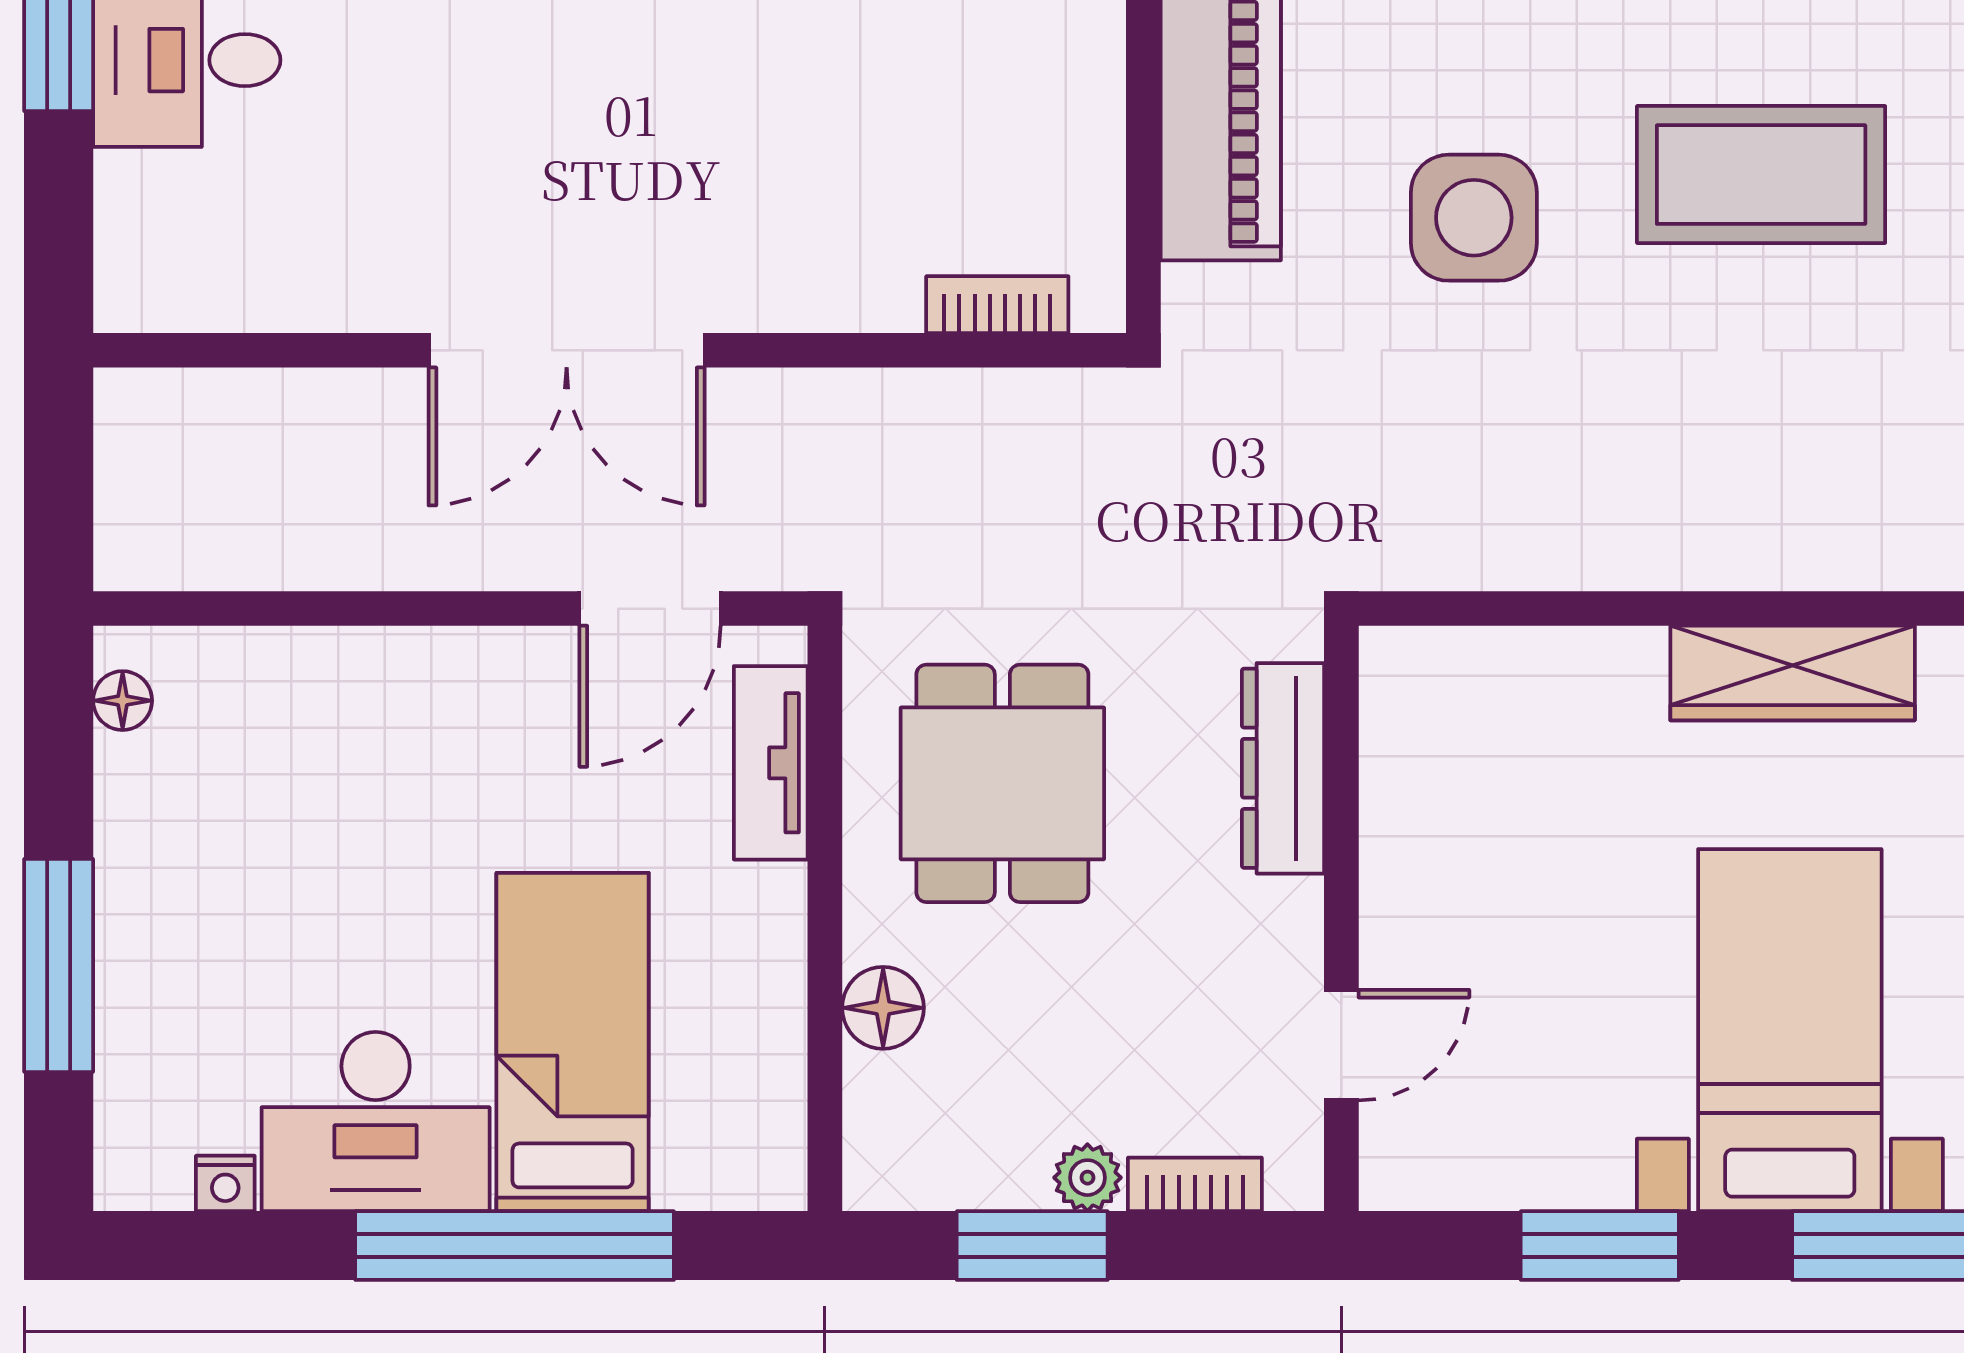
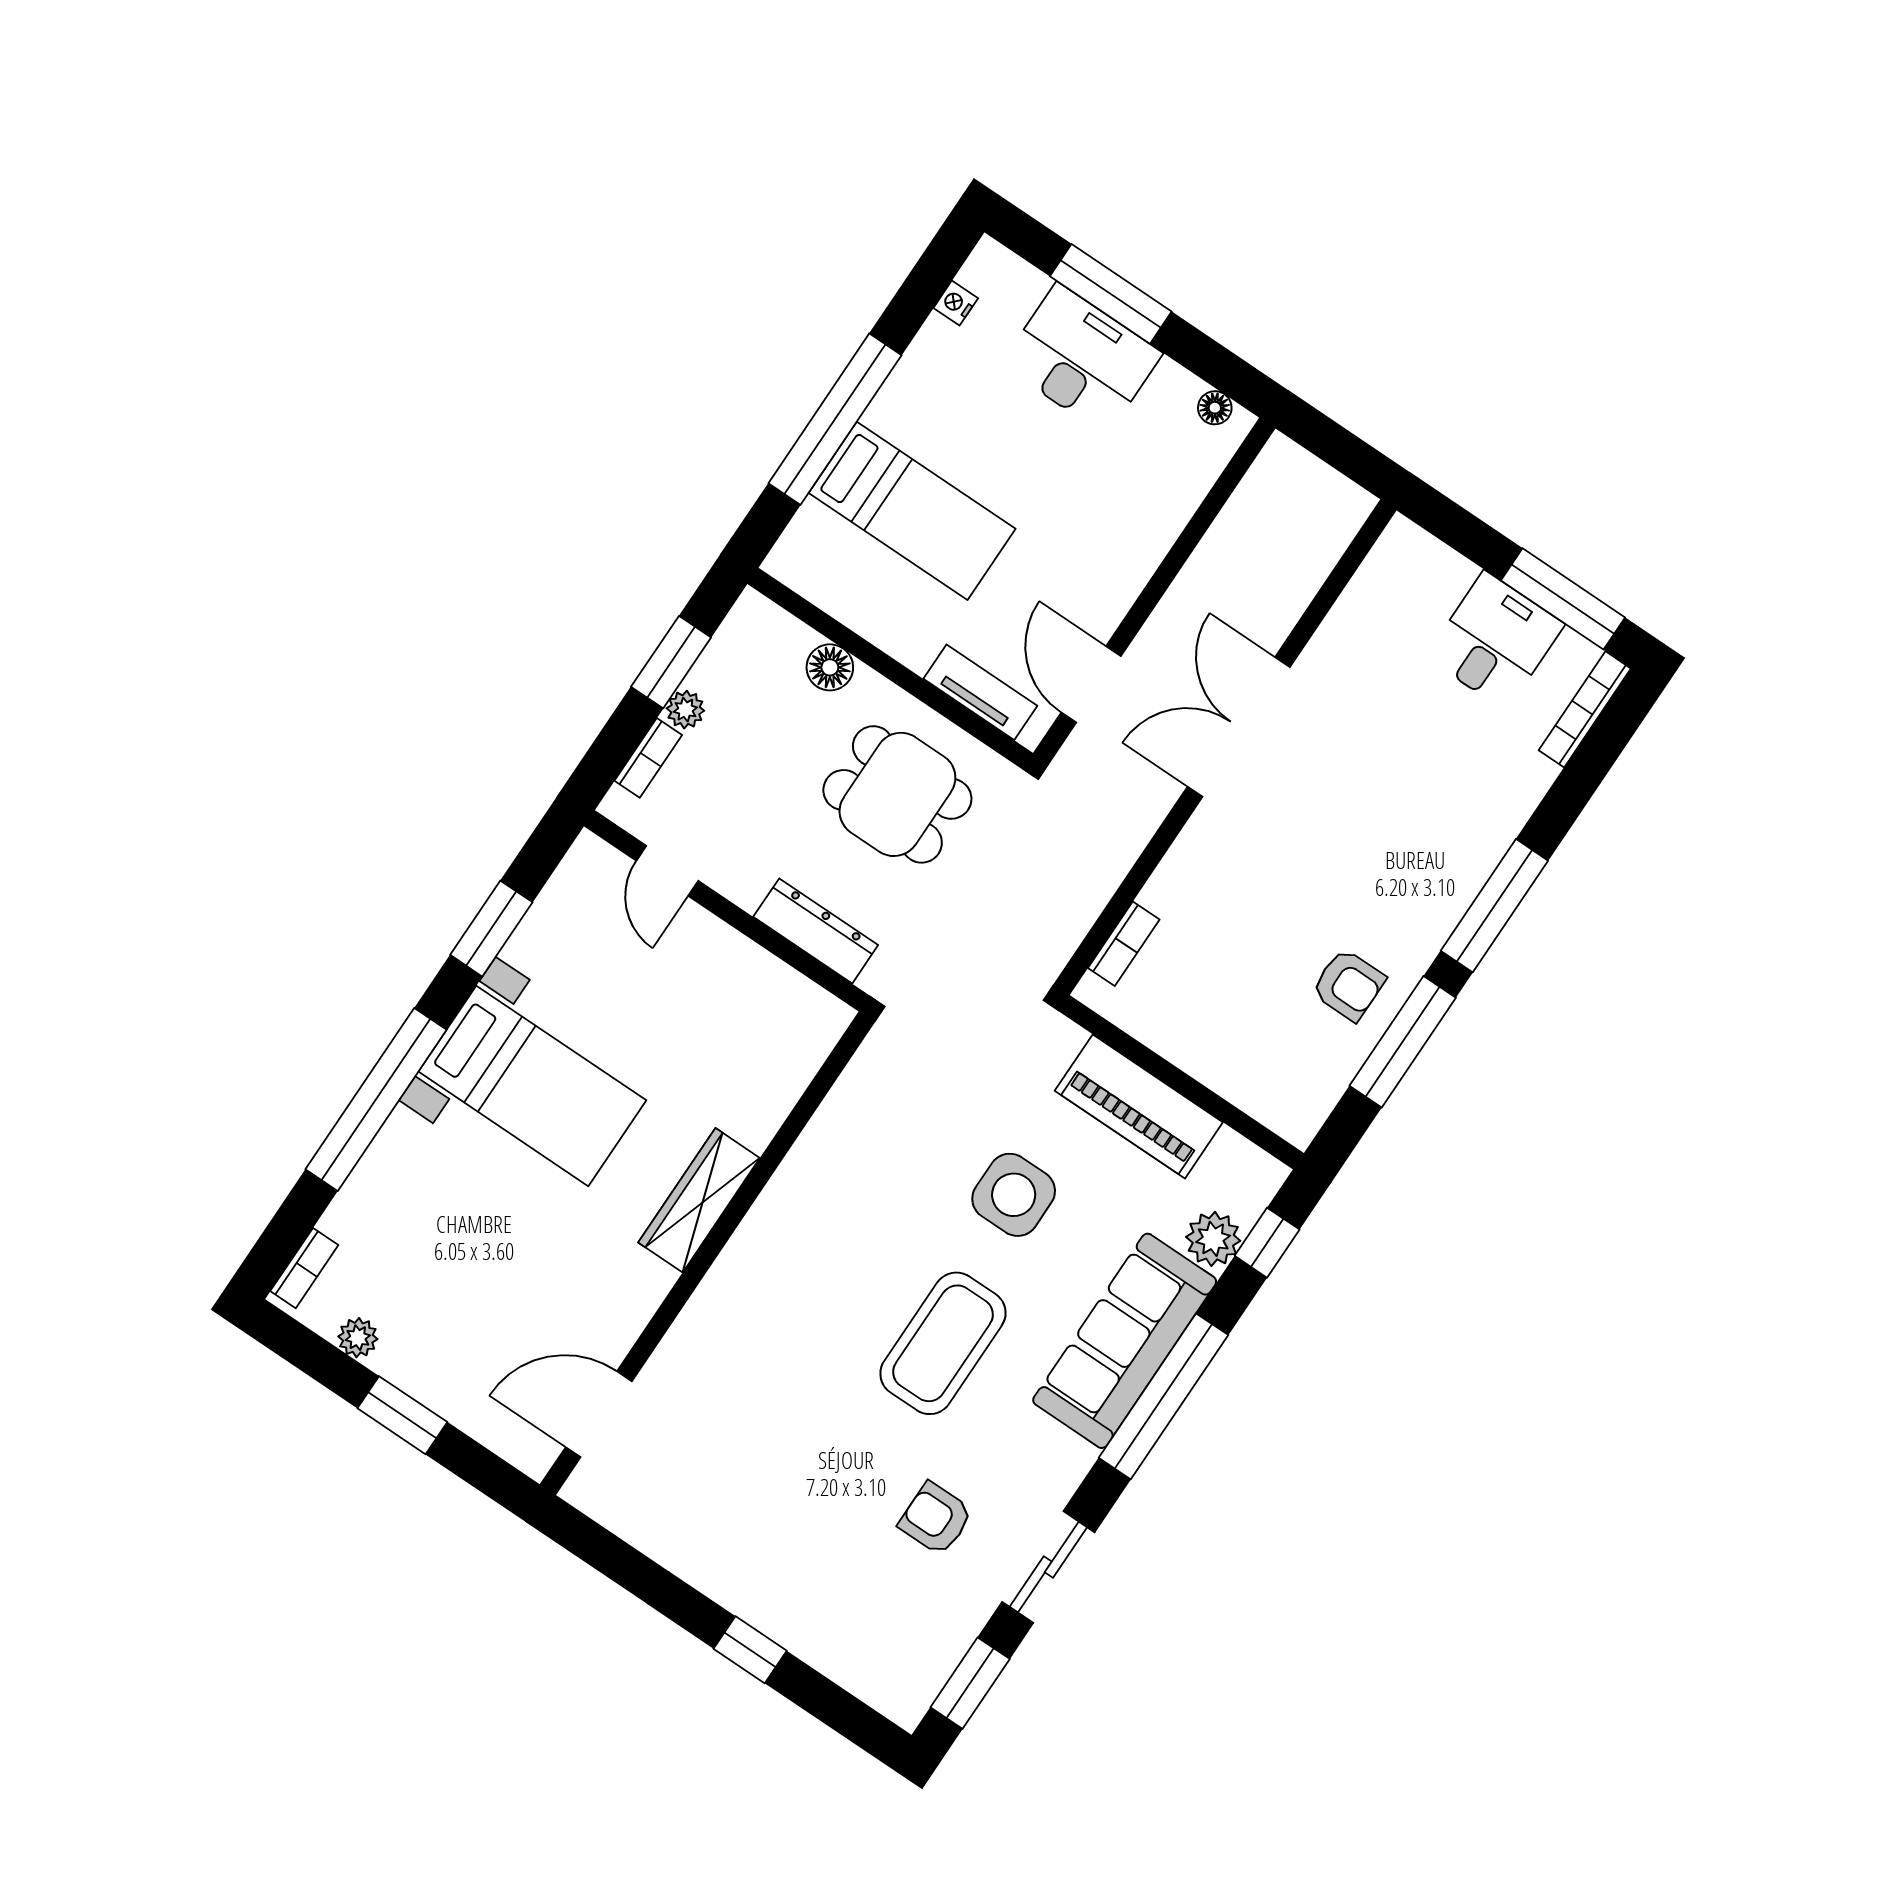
desk: (376, 1122) -> (1082, 359), moved, turned 90

